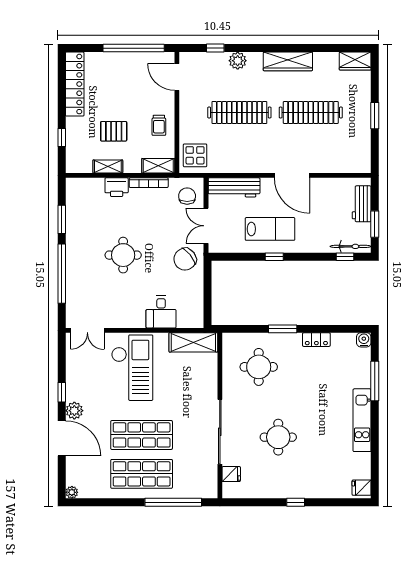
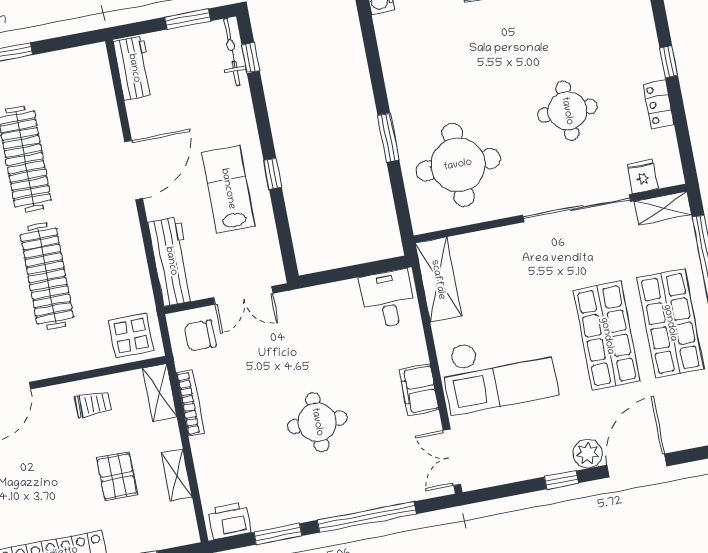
printer: (117, 187) -> (230, 521), moved, turned -90
workbench: (362, 204) -> (134, 68), moved, turned -90
chair: (185, 259) -> (305, 319), removed
desk: (161, 312) -> (388, 299), moved, turned -90
filing cabinet: (131, 319) -> (419, 390), added
double door: (87, 330) -> (452, 457), swing flipped
locker: (316, 340) -> (659, 104), moved, turned 180
round table: (259, 367) -> (458, 165), width x1.36, depth x1.36
checkout: (132, 368) -> (499, 372), turned 180
shelving: (210, 482) -> (663, 208), added

